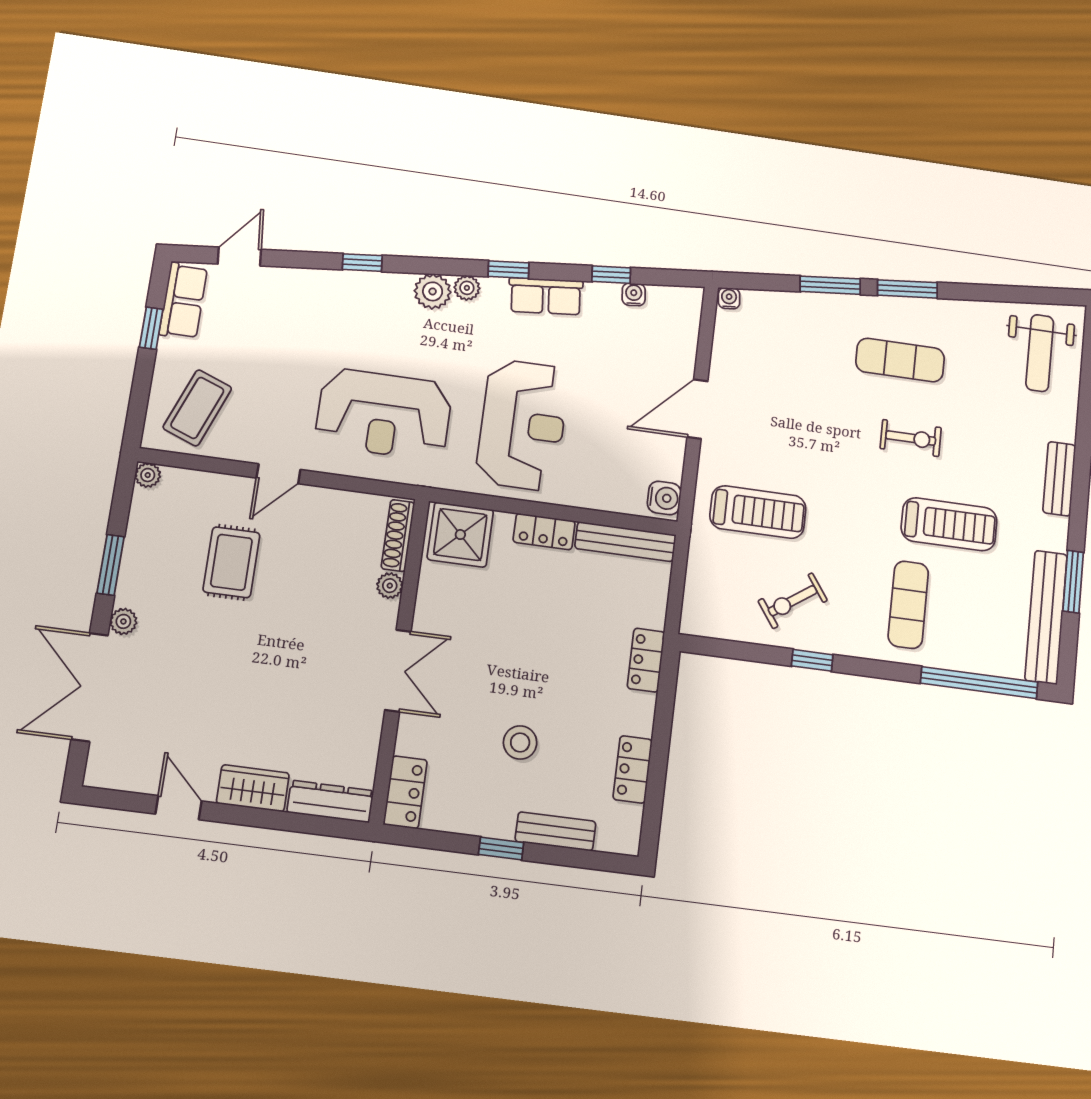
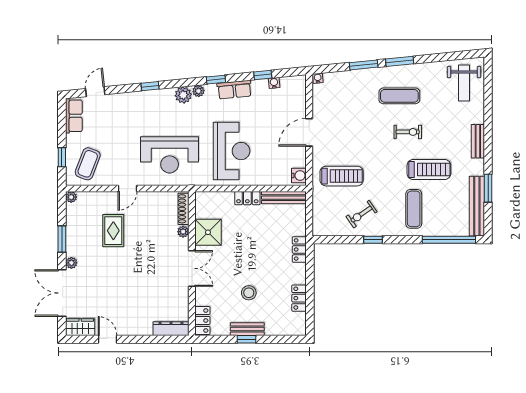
window: (151, 328) -> (62, 157), moved
shower: (460, 535) -> (208, 232), moved
wardrobe: (253, 788) -> (80, 327), moved
bench: (555, 831) -> (247, 329), moved

